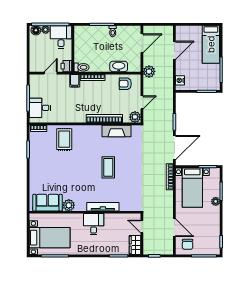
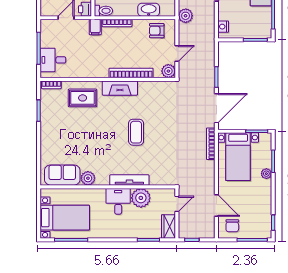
fireplace: (116, 131) -> (120, 88), moved
rug: (64, 139) -> (83, 98), turned 90
plant: (112, 221) -> (141, 198), added
door: (142, 226) -> (177, 204), swing flipped

